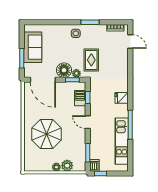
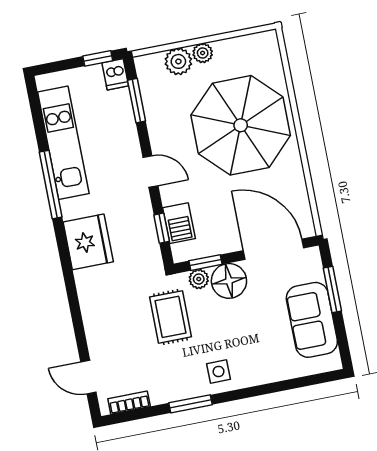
fridge: (122, 98) -> (88, 242), width x1.88, depth x1.34
parasol: (46, 134) -> (241, 125), width x1.36, depth x1.36

